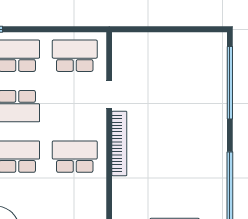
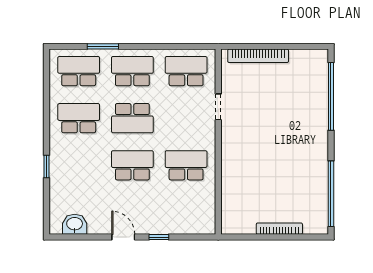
bookcase: (119, 143) -> (258, 56), moved, turned 90

